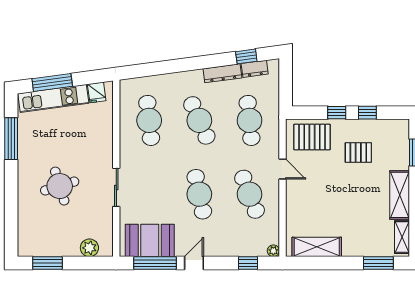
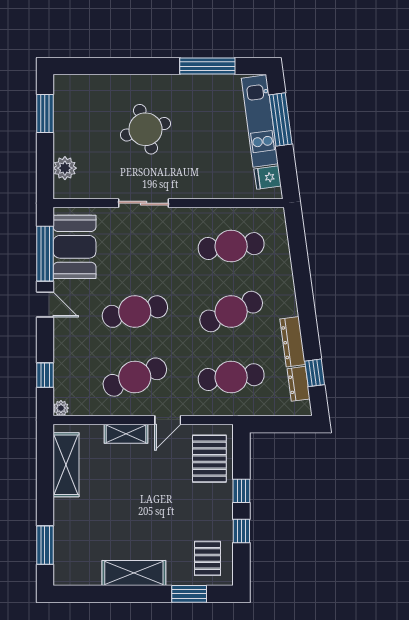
pallet: (358, 153) -> (208, 558), moved
shelving: (402, 237) -> (126, 434), moved

